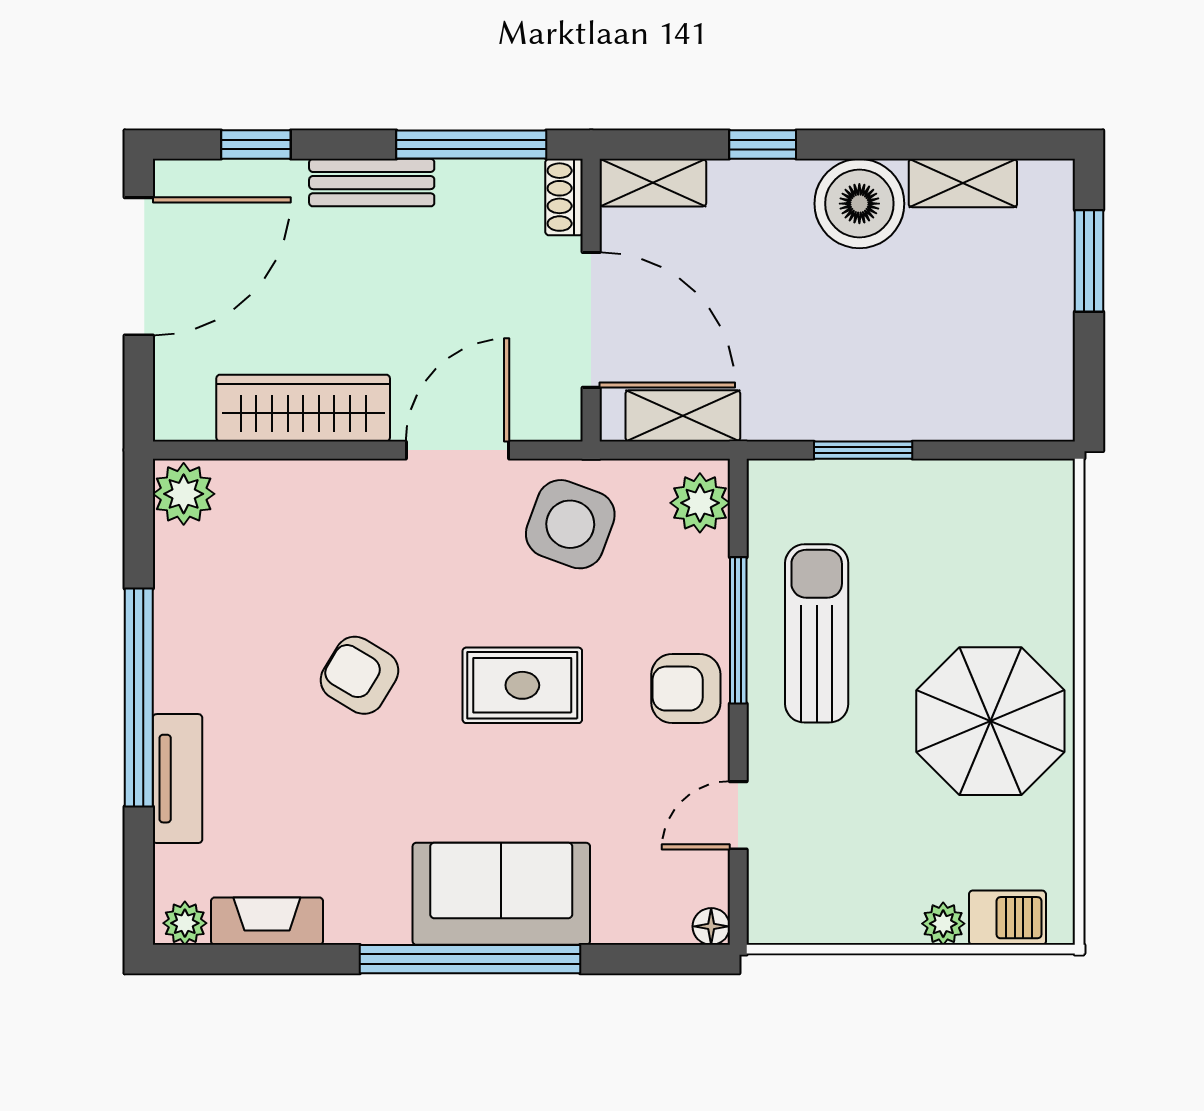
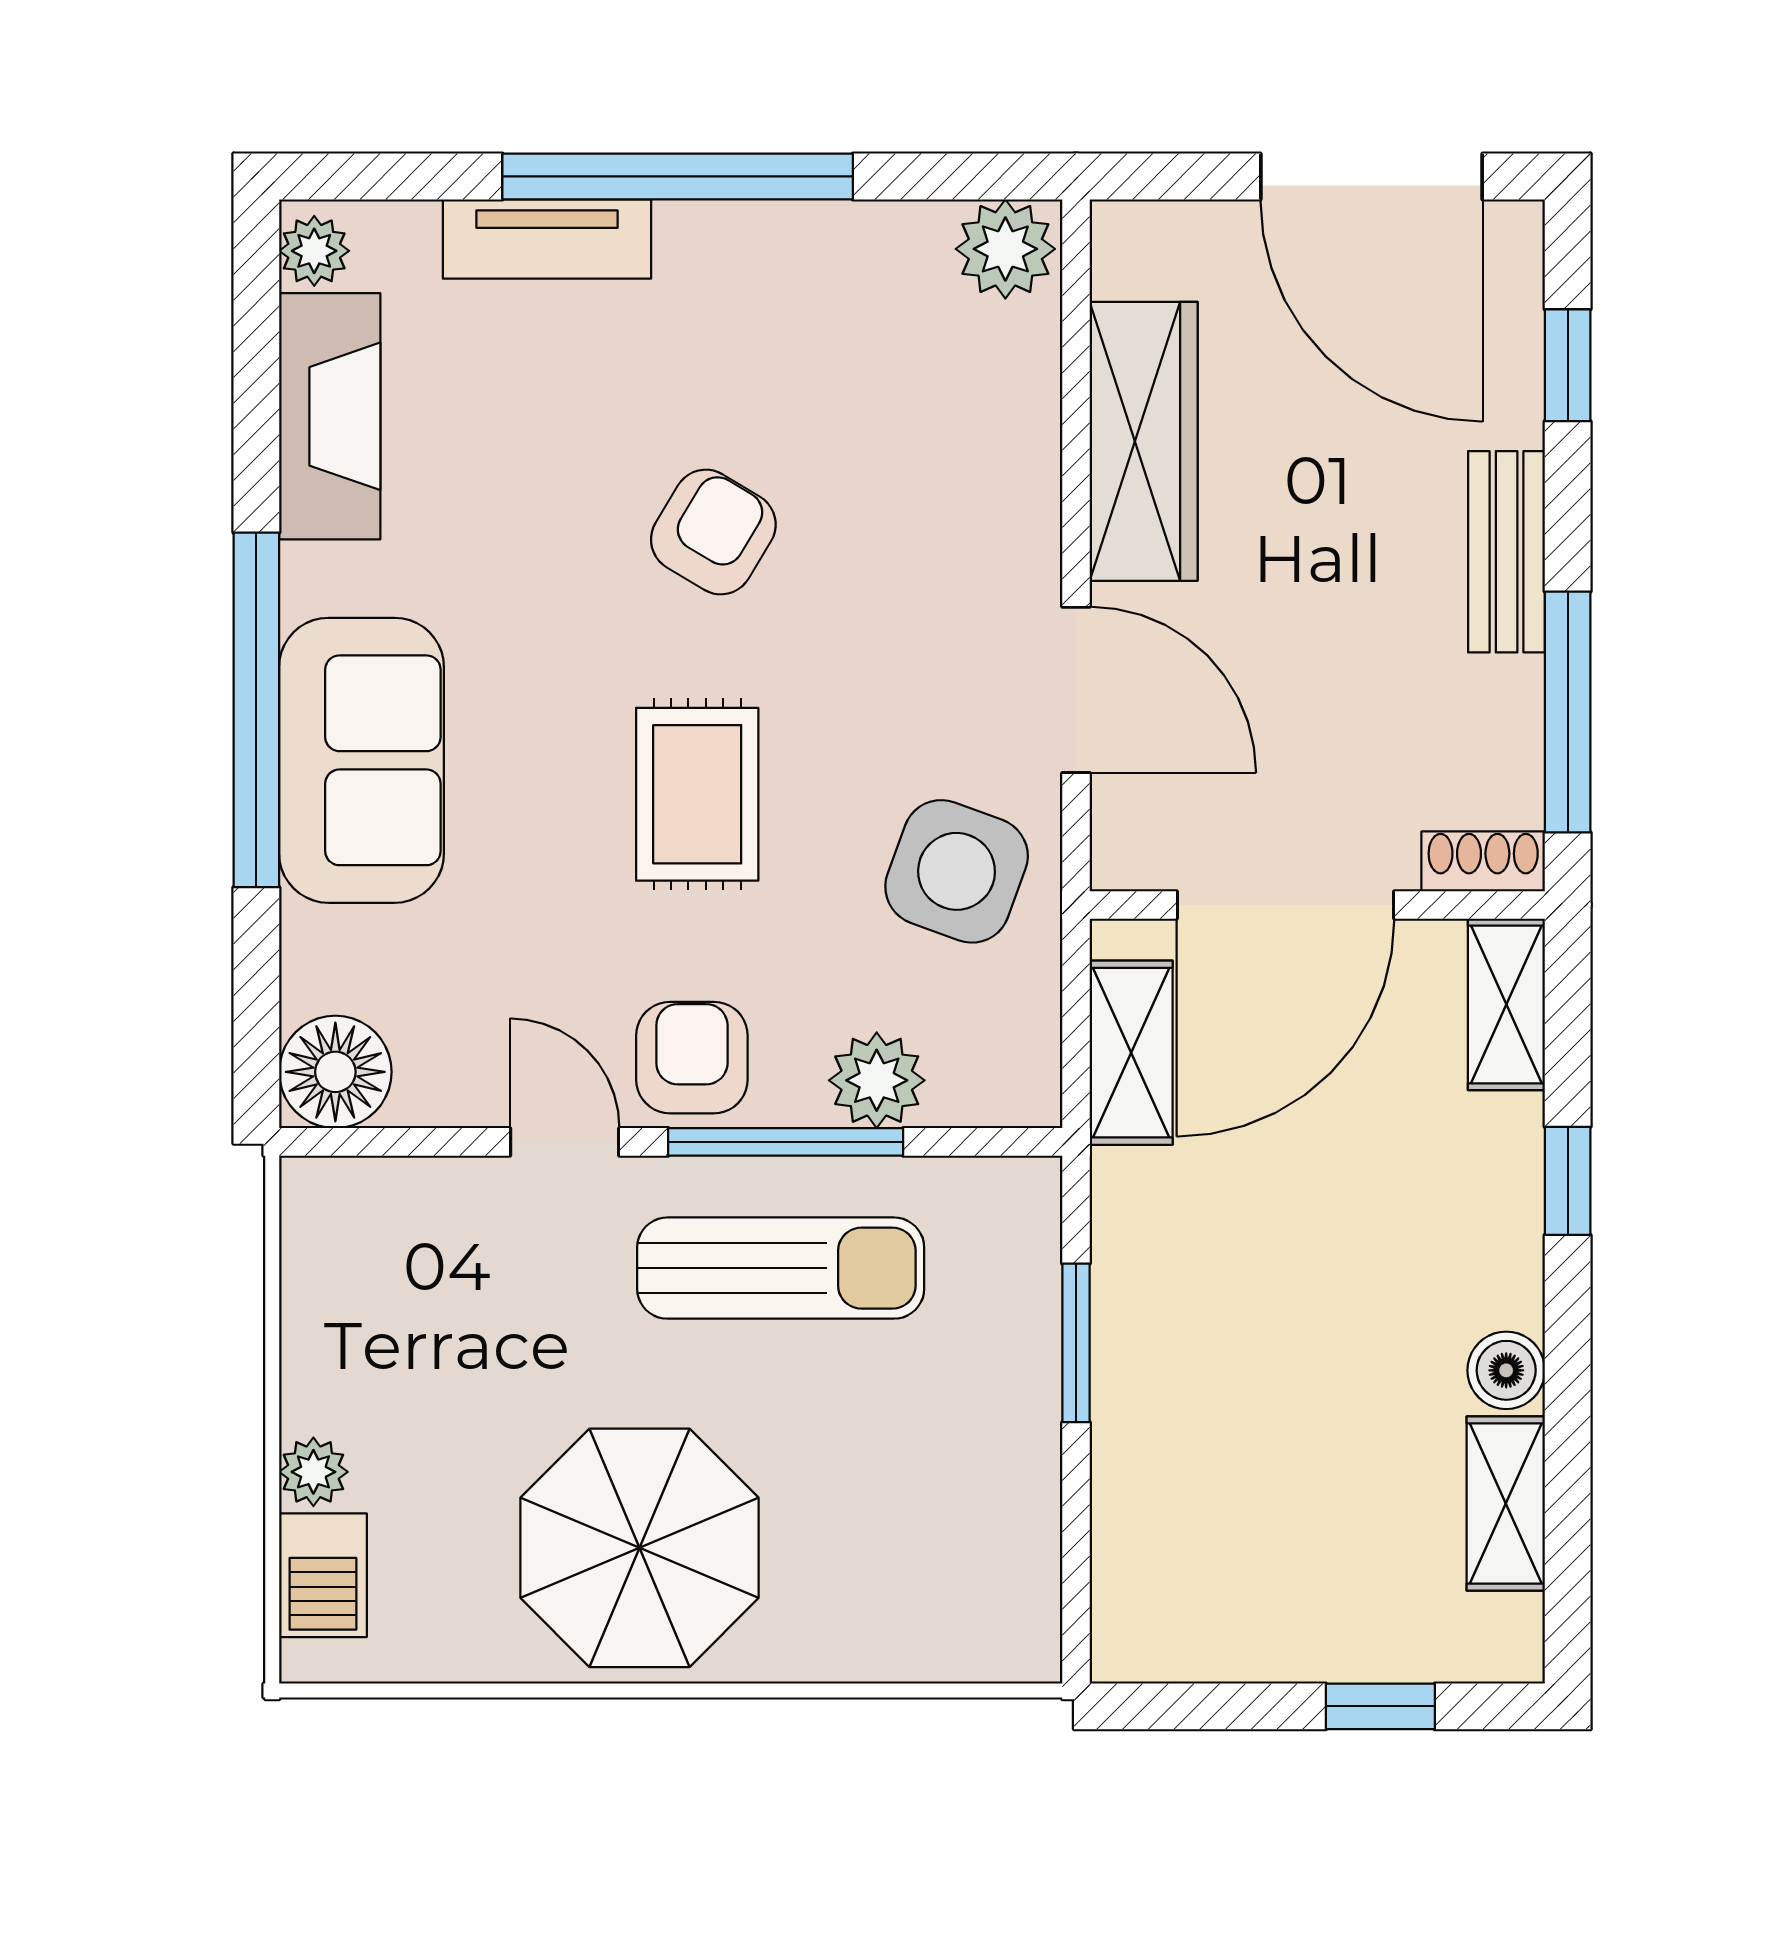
boiler: (859, 204) -> (1506, 1370), width x0.54, depth x0.54
window: (1089, 261) -> (1380, 1706), width x0.67
plant: (700, 503) -> (877, 1080), moved
door: (738, 815) -> (565, 1142), moved
fireplace: (267, 921) -> (330, 416), width x1.37, depth x1.32
floor lamp: (711, 926) -> (335, 1072), width x1.89, depth x1.89

